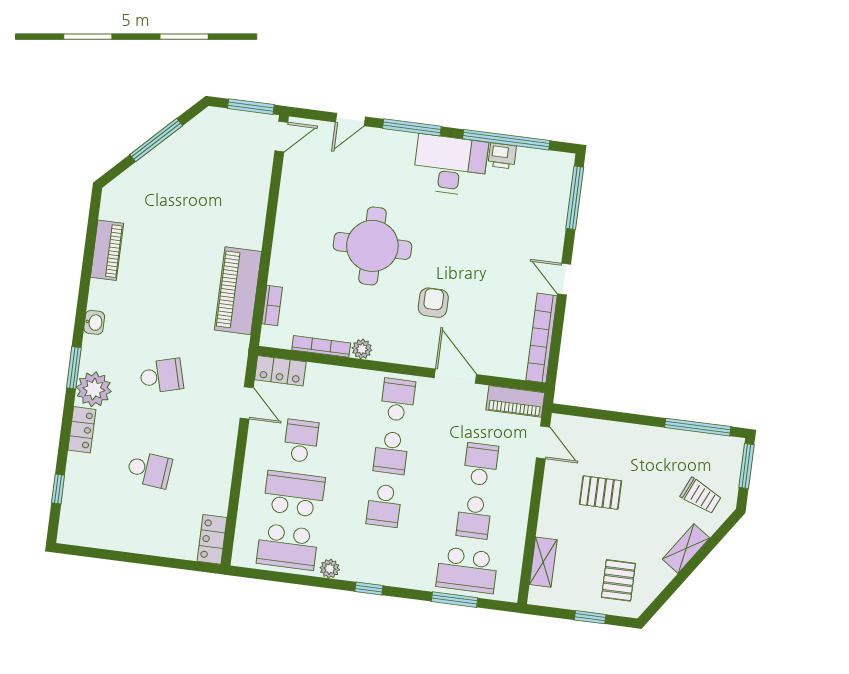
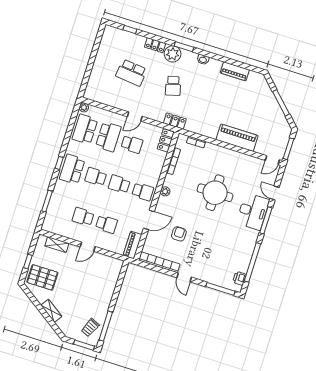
door: (281, 136) -> (272, 160), hinge flipped
printer: (502, 156) -> (239, 278), moved
desk: (450, 165) -> (253, 211), moved
door: (564, 279) -> (184, 277), swing flipped
piano: (238, 291) -> (237, 138), moved
armchair: (433, 303) -> (179, 234), moved, turned -90
plant: (362, 349) -> (165, 191), moved
door: (247, 403) -> (135, 116), moved
door: (543, 442) -> (88, 247), moved
school desk: (149, 470) -> (131, 73), width x1.85
pallet: (600, 493) -> (84, 276), removed
trolley: (701, 496) -> (90, 328), moved
locker: (212, 539) -> (175, 121), moved
plant: (330, 569) -> (84, 107), moved
school desk: (467, 570) -> (72, 169), moved
pallet: (618, 580) -> (42, 277), width x1.50, depth x1.42

